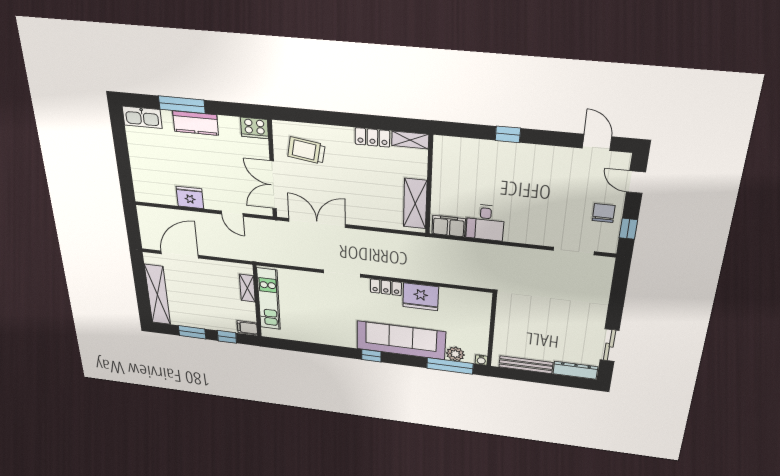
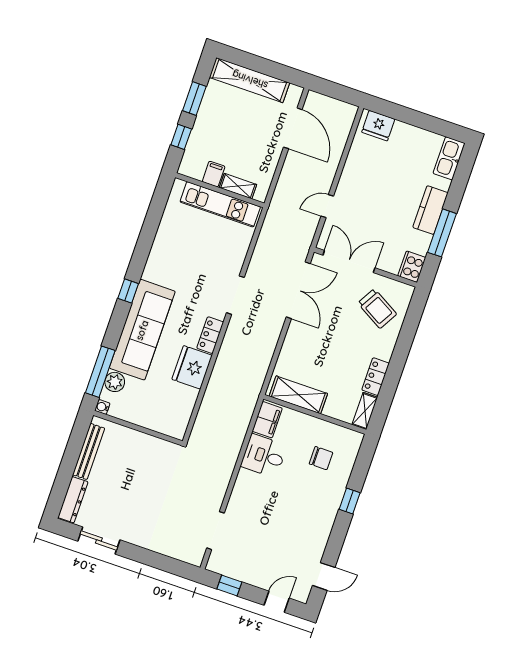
window: (182, 105) -> (442, 233), moved
trolley: (306, 151) -> (377, 309), turned 111
fridge: (190, 197) -> (378, 126), moved, turned 90
chair: (604, 213) -> (321, 458), moved
filing cabinet: (247, 328) -> (214, 174), moved

